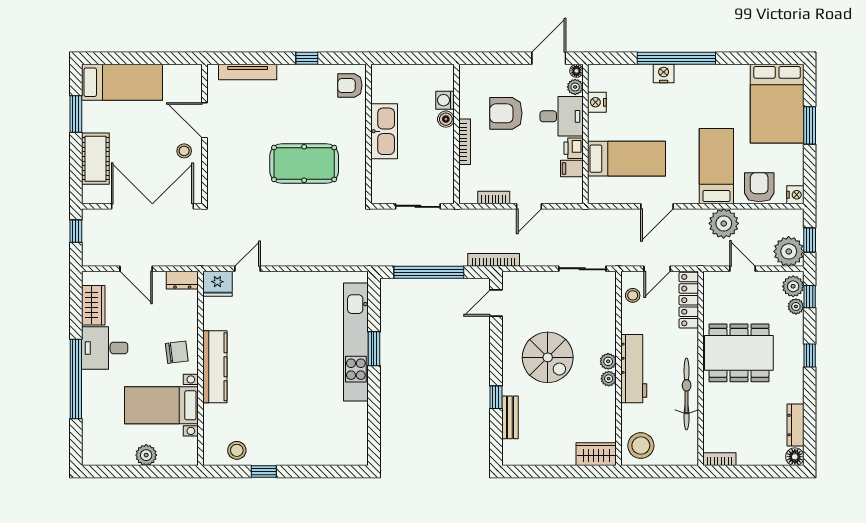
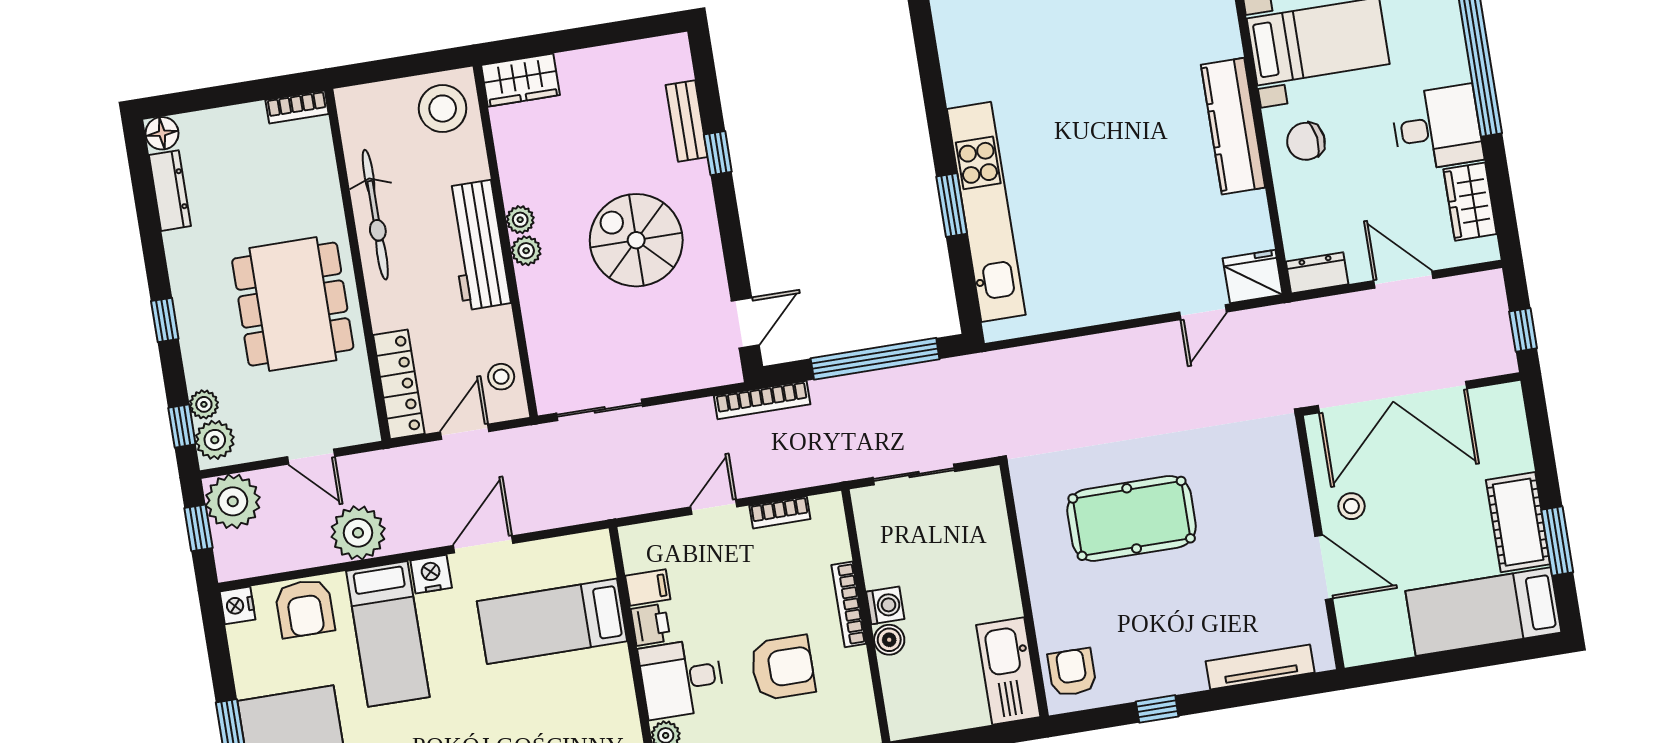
armchair: (350, 85) -> (1072, 672), turned -90
washing machine: (445, 100) -> (885, 605), moved
nightstand: (597, 102) -> (431, 574), moved, turned -90
kitchen sink: (384, 131) -> (1008, 671), moved
cot: (95, 159) -> (1518, 522), moved
dining table: (739, 353) -> (293, 304), turned 90

